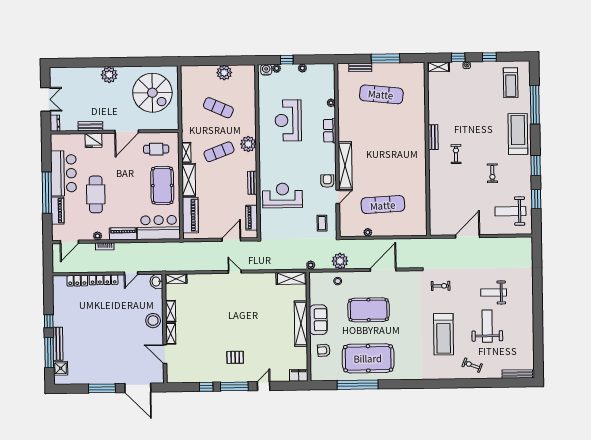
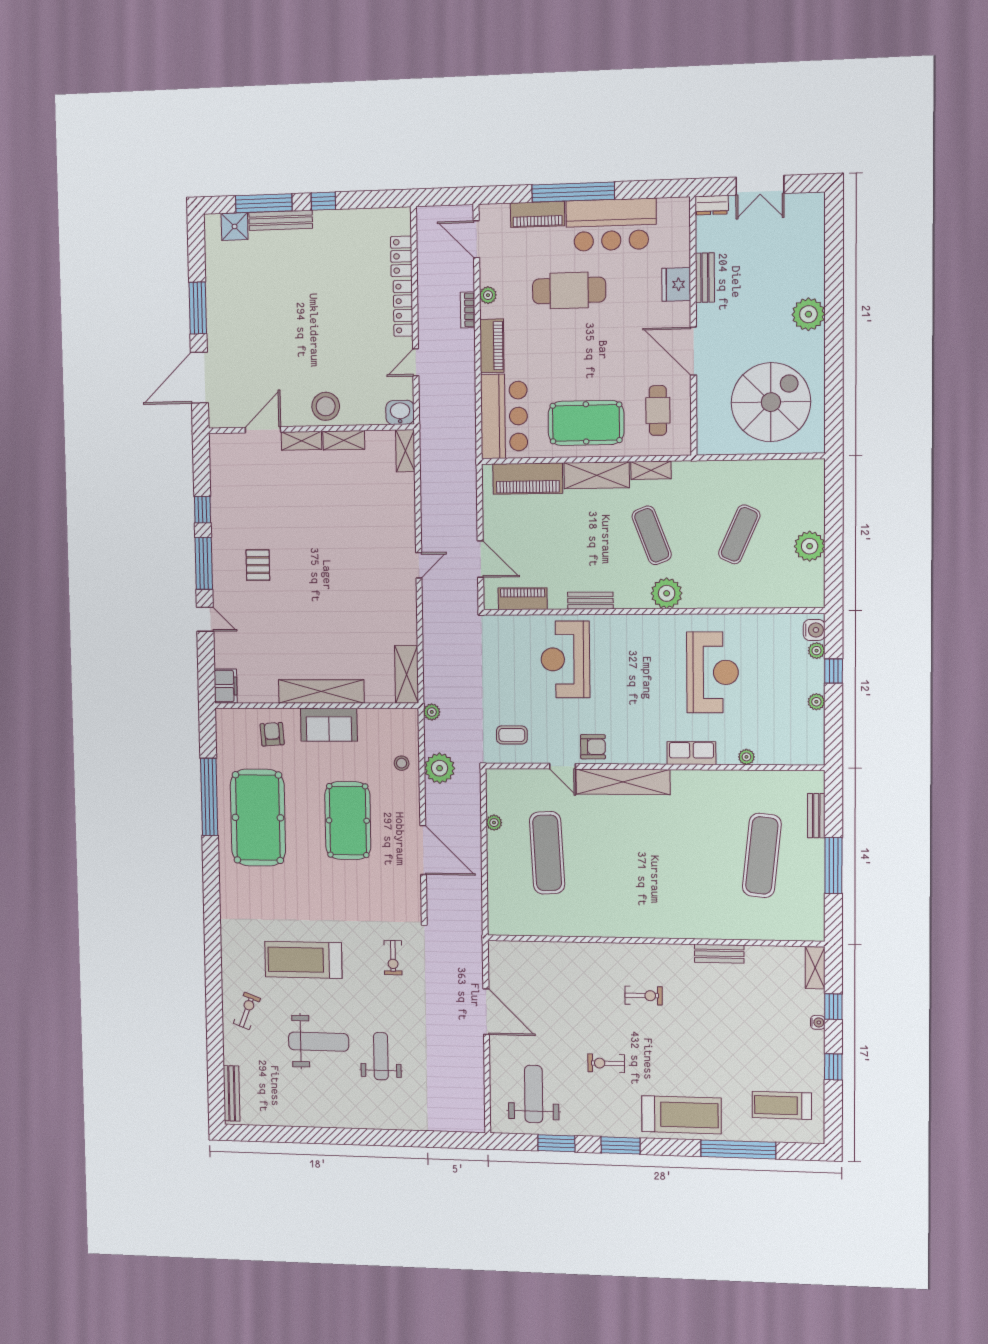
spiral stairs: (152, 93) -> (771, 402), turned 180
reception desk: (288, 120) -> (712, 672), turned 90
bench: (433, 137) -> (719, 954), moved
reception desk: (283, 196) -> (565, 659), turned 180
door: (131, 273) -> (416, 362), hinge flipped

